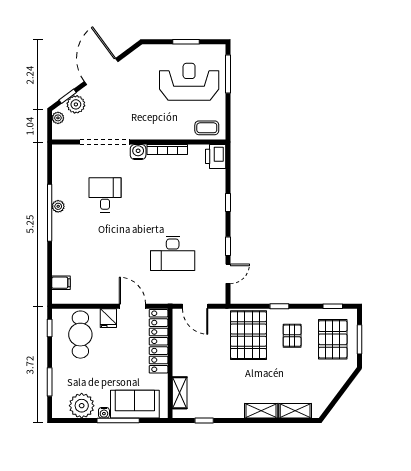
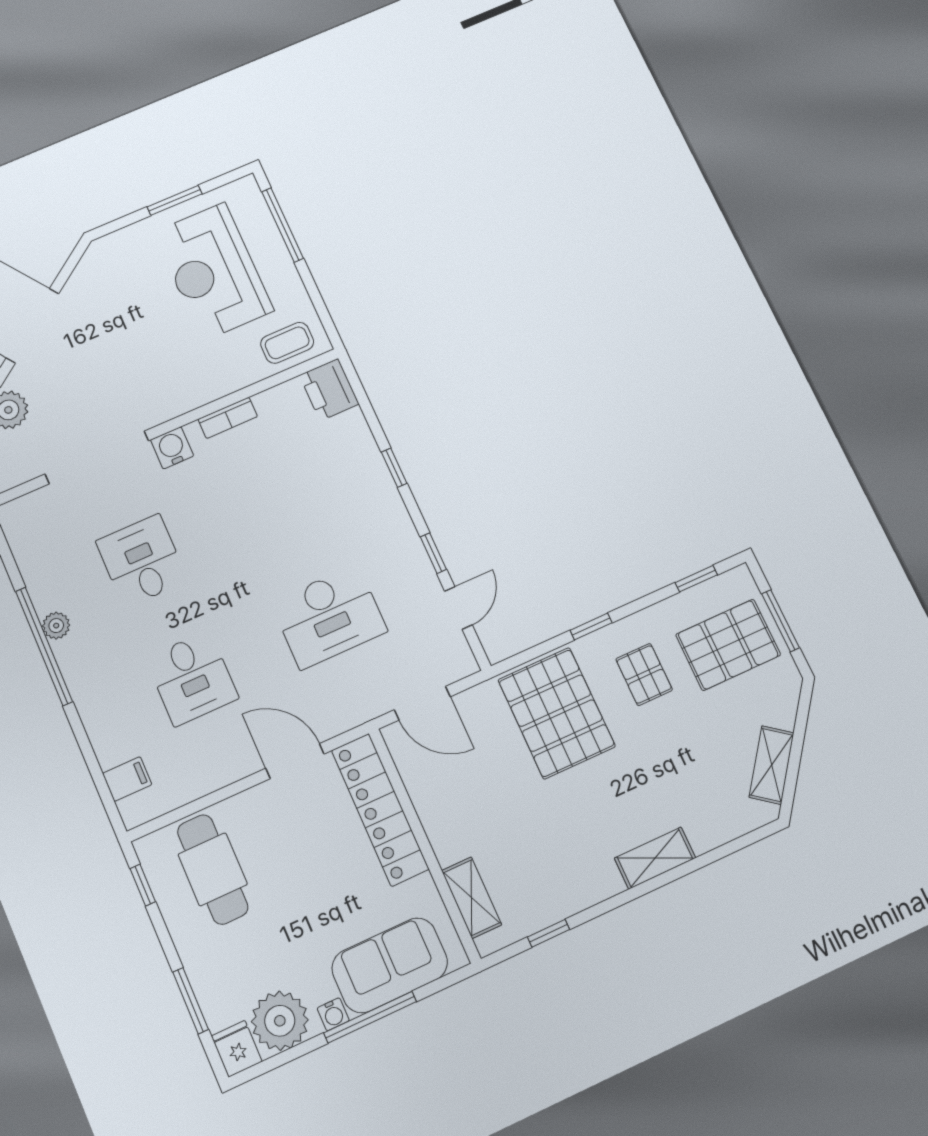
reception desk: (189, 82) -> (214, 271), turned -90
bookcase: (167, 149) -> (228, 418), width x0.64
desk: (105, 253) -> (192, 678), added
fridge: (108, 318) -> (237, 1049), moved, turned 180
pallet: (333, 339) -> (728, 645), turned 90
shelving: (295, 411) -> (772, 765), moved, turned -53

